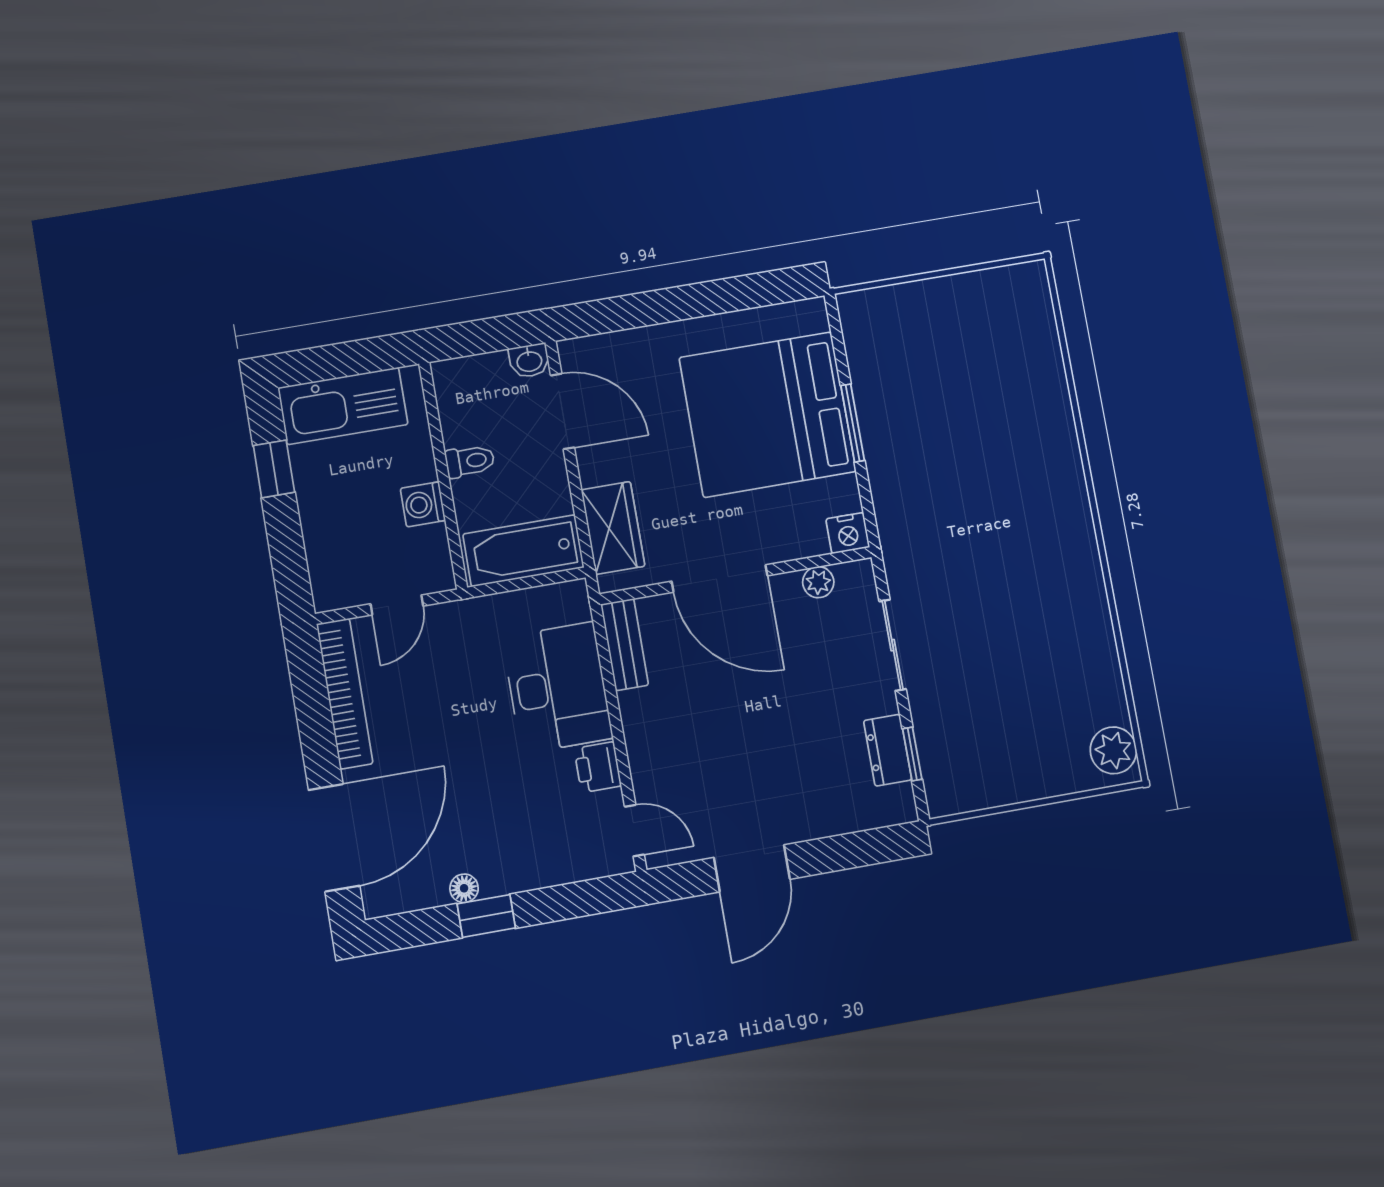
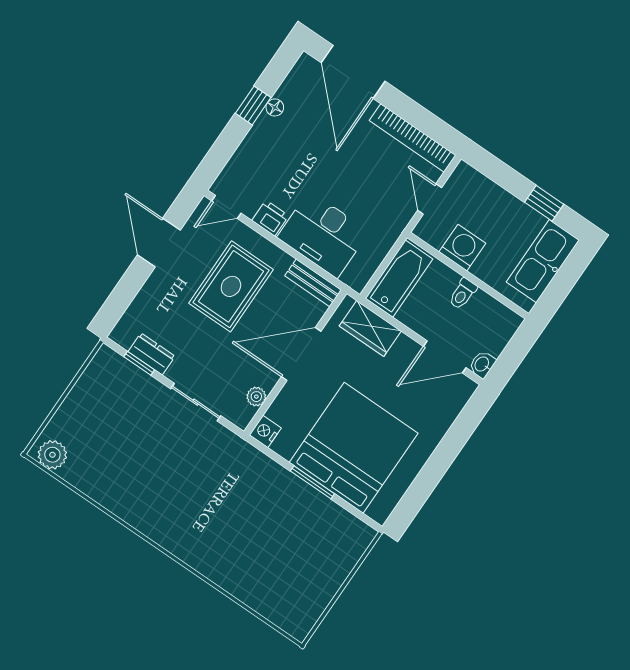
washing machine: (423, 504) -> (462, 248), width x1.38, depth x1.38
rug: (721, 735) -> (231, 286), added

